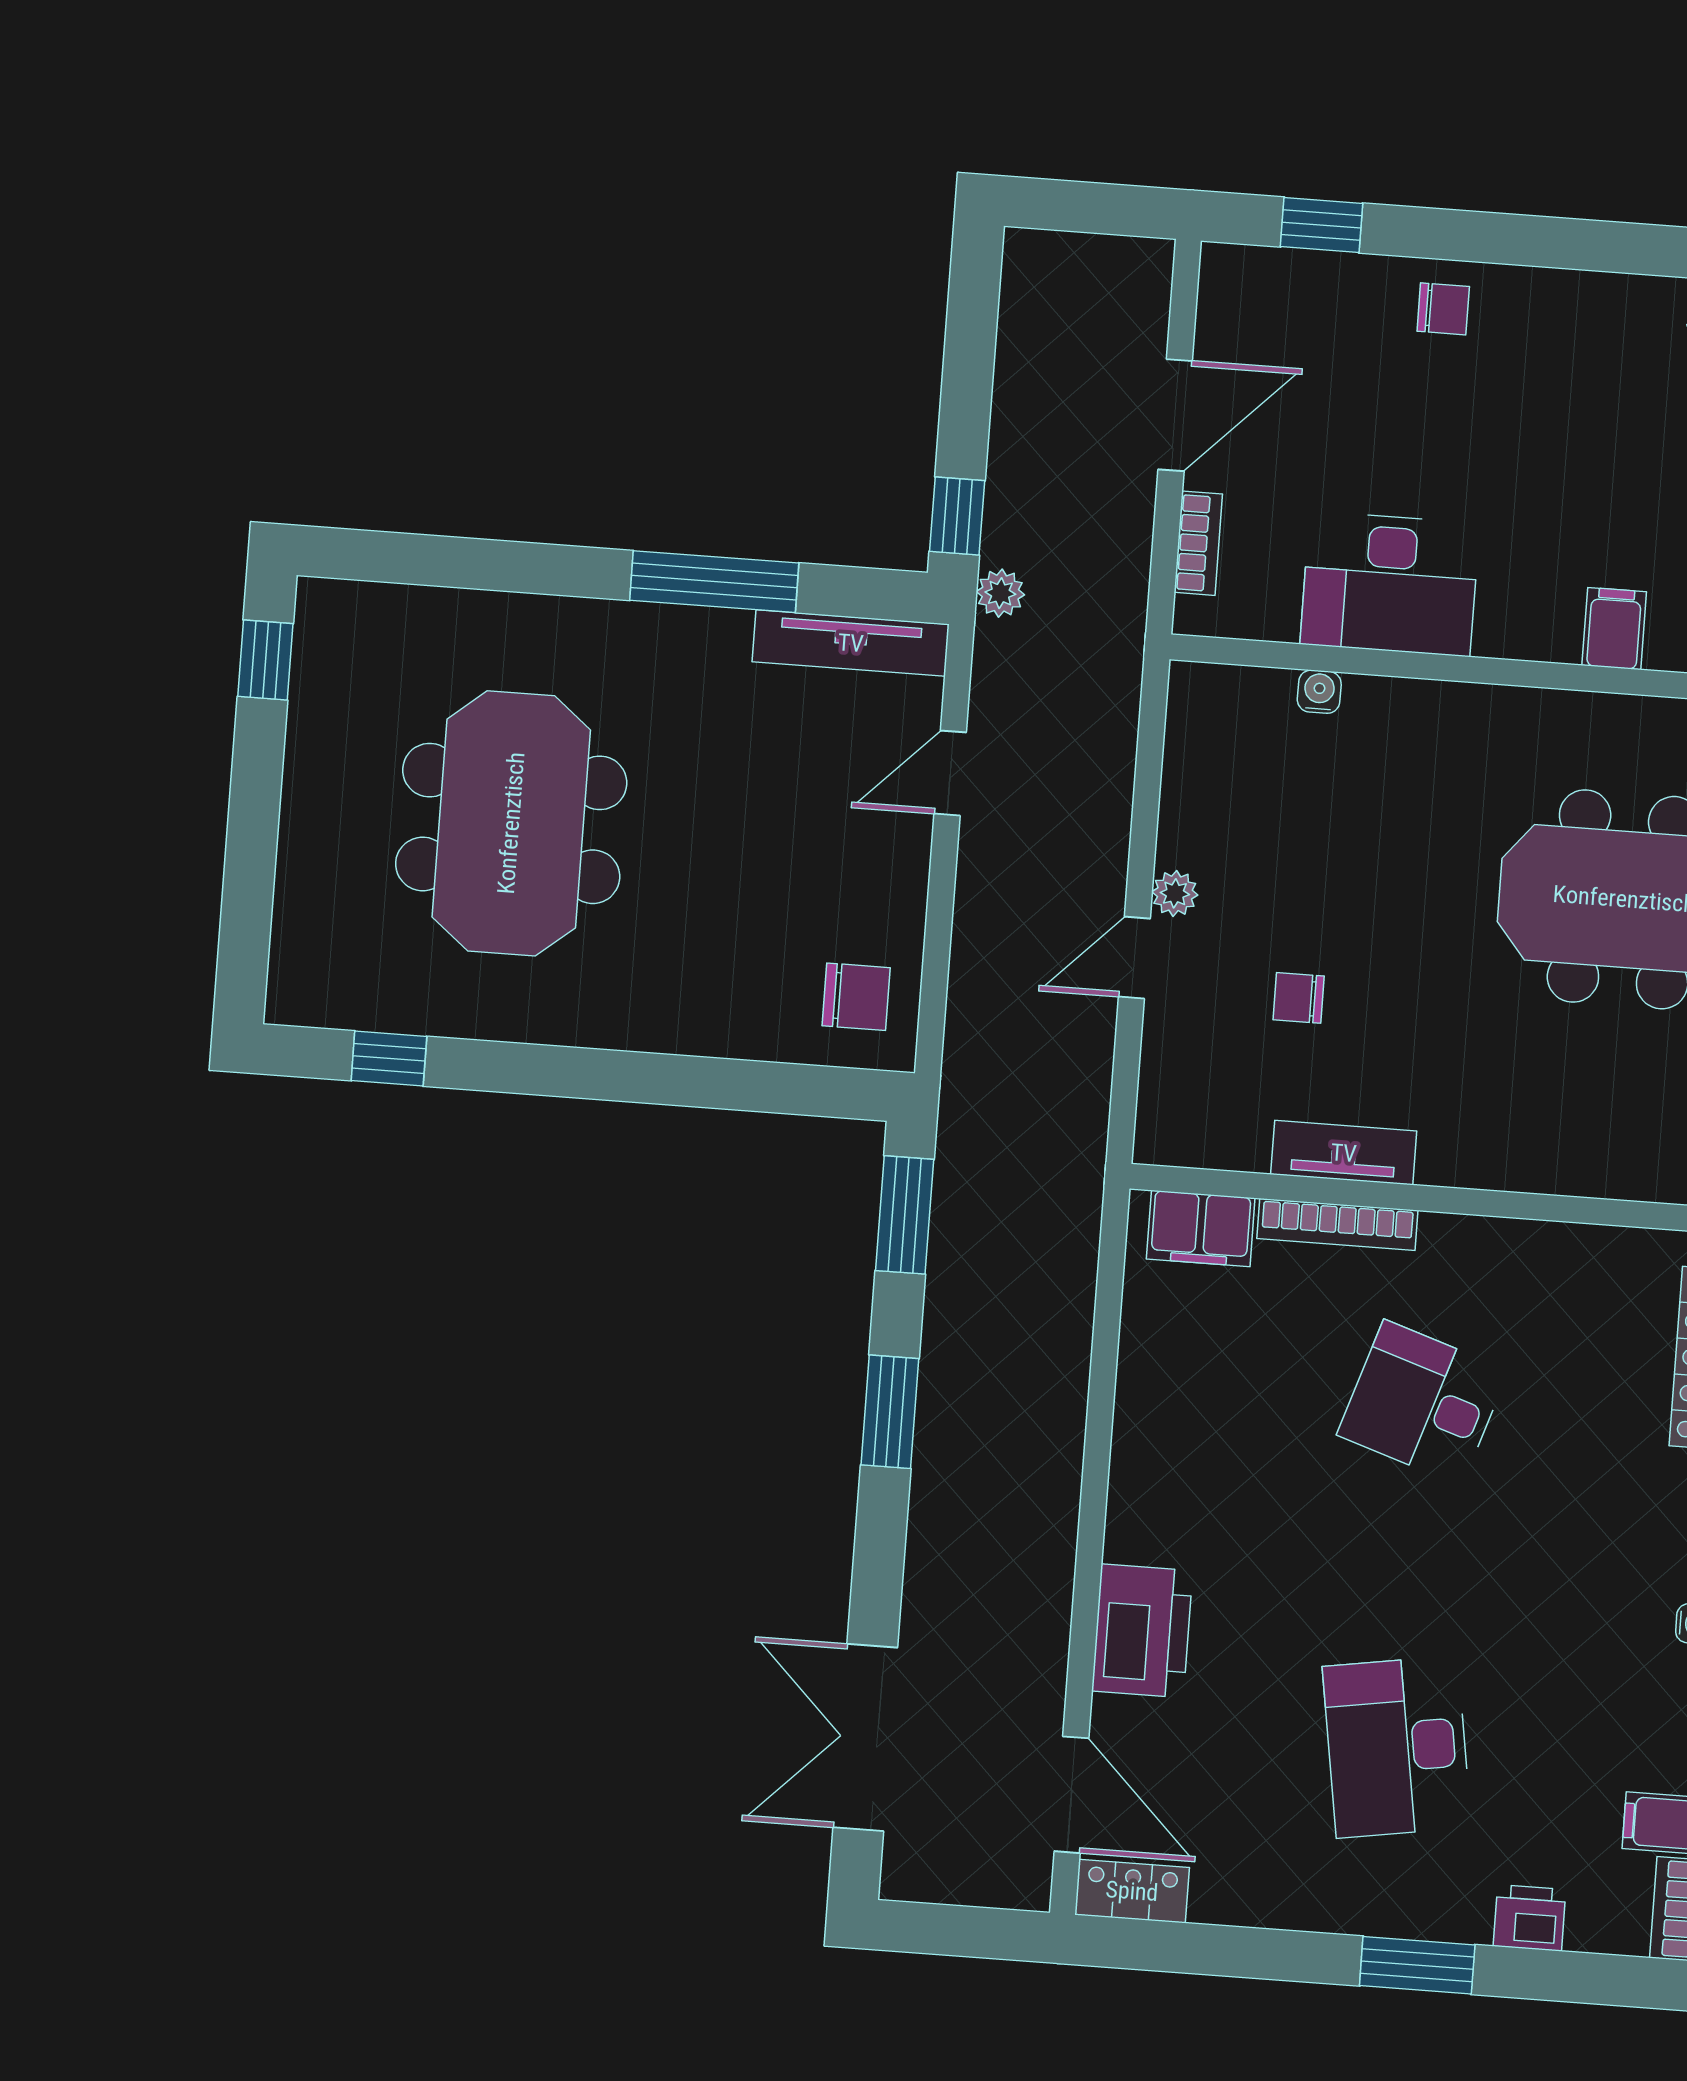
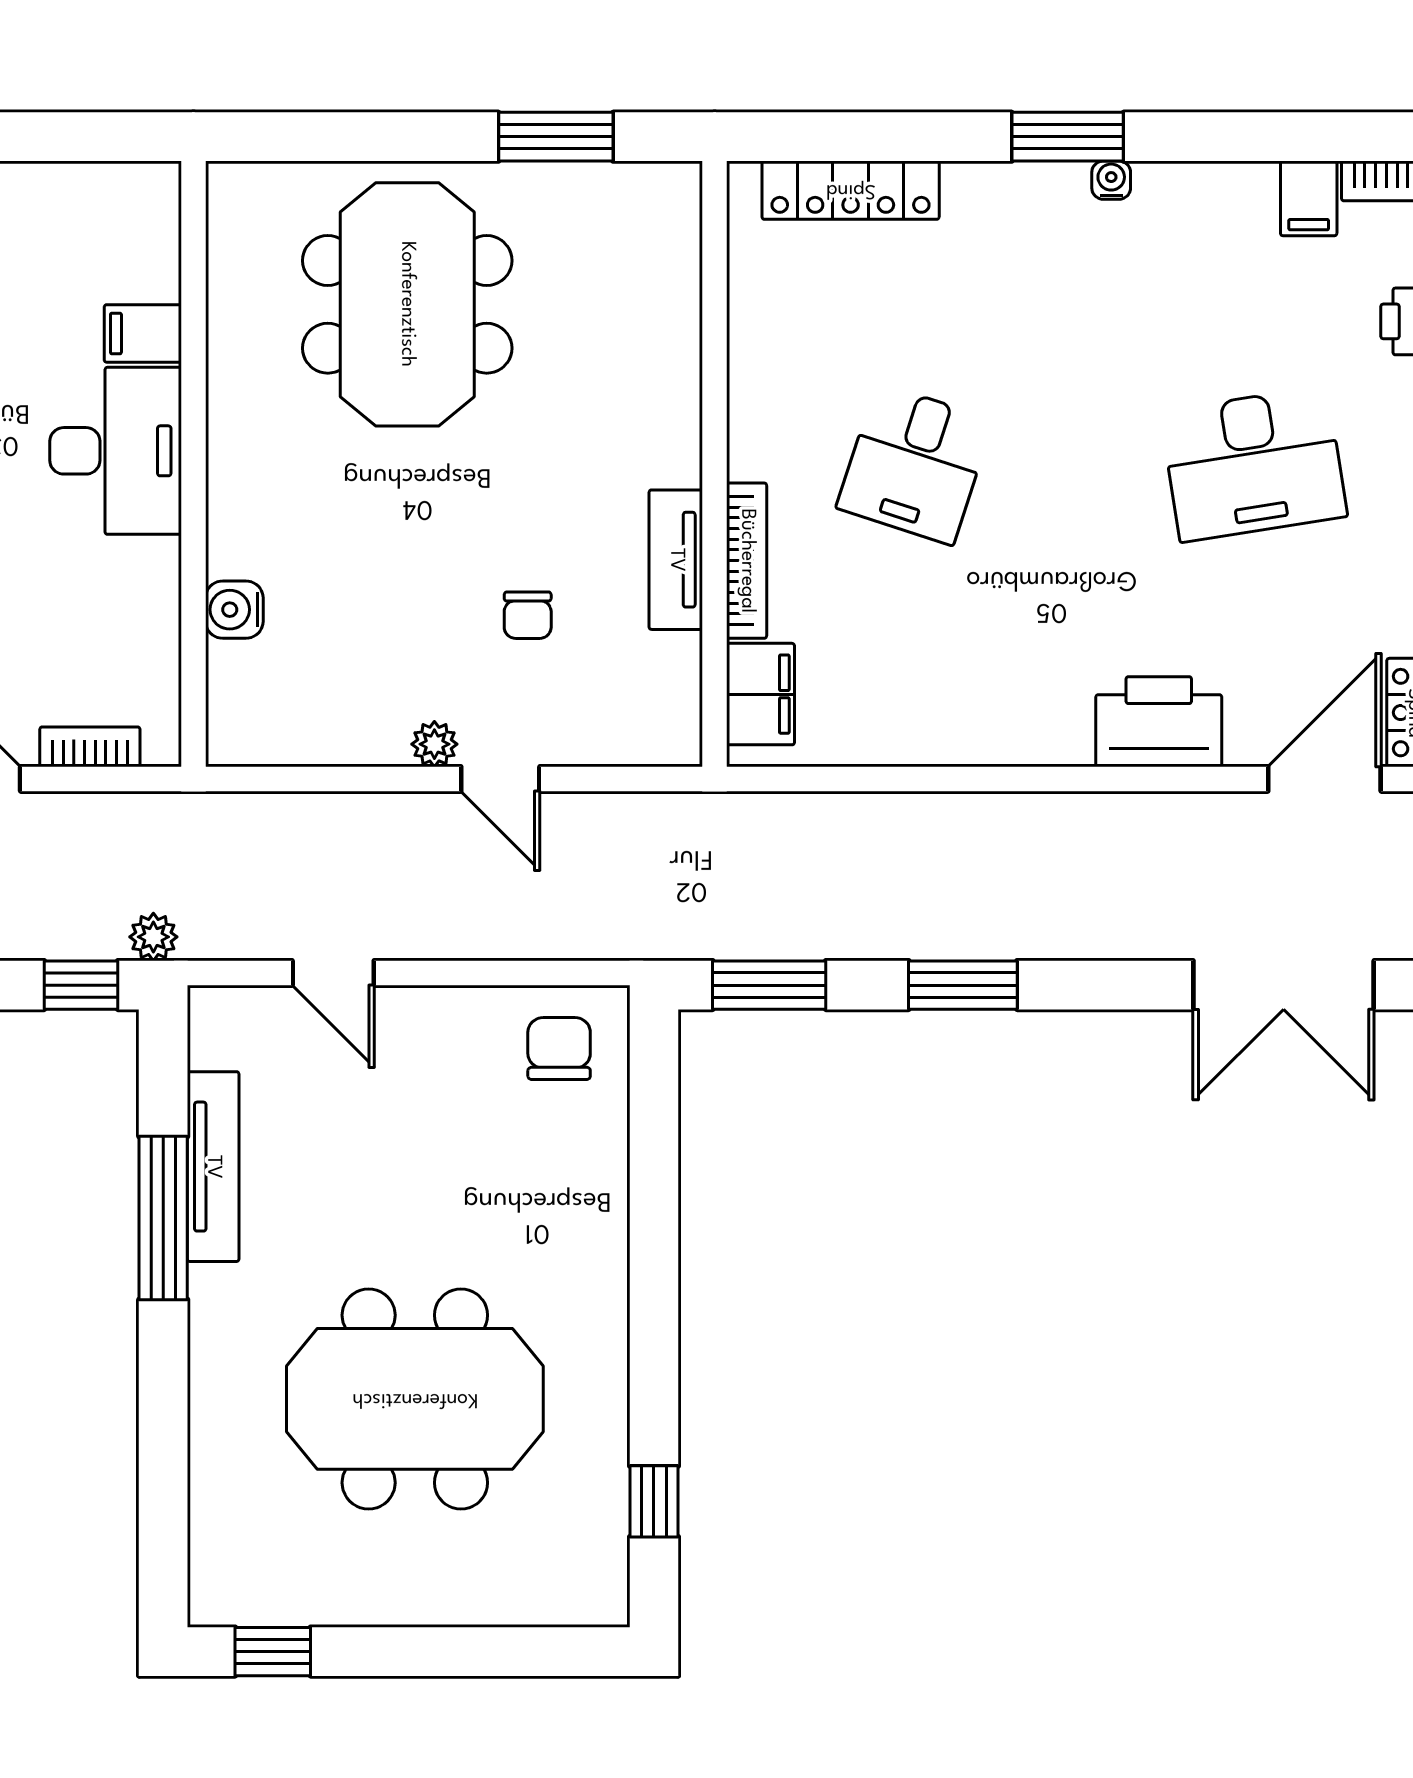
desk: (1390, 584) -> (116, 451), moved
tv unit: (851, 643) -> (213, 1167), moved
water cooler: (1319, 692) -> (234, 610), width x1.38, depth x1.38

